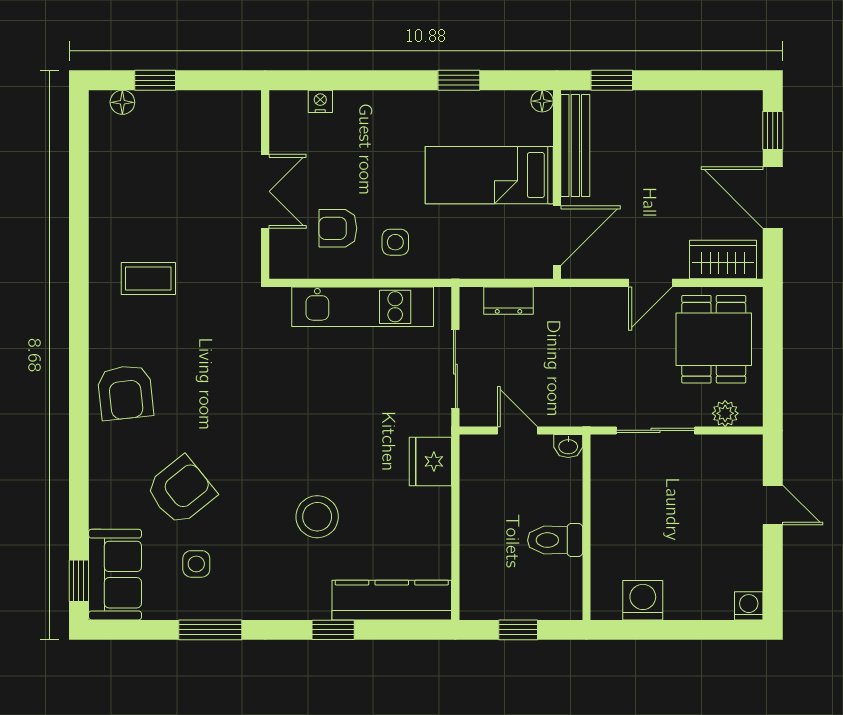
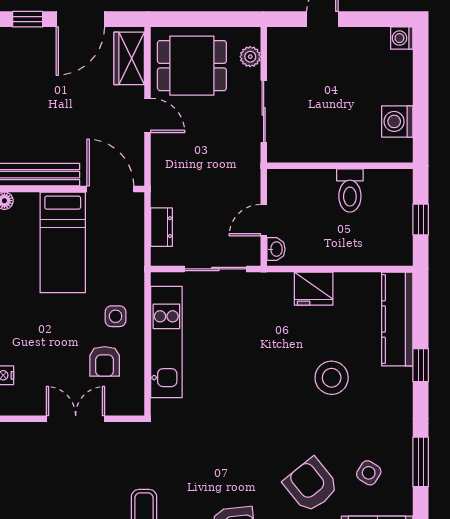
washbasin: (568, 446) -> (276, 249), moved
fridge: (430, 461) -> (314, 289), moved
side table: (196, 564) -> (369, 473), turned 32

